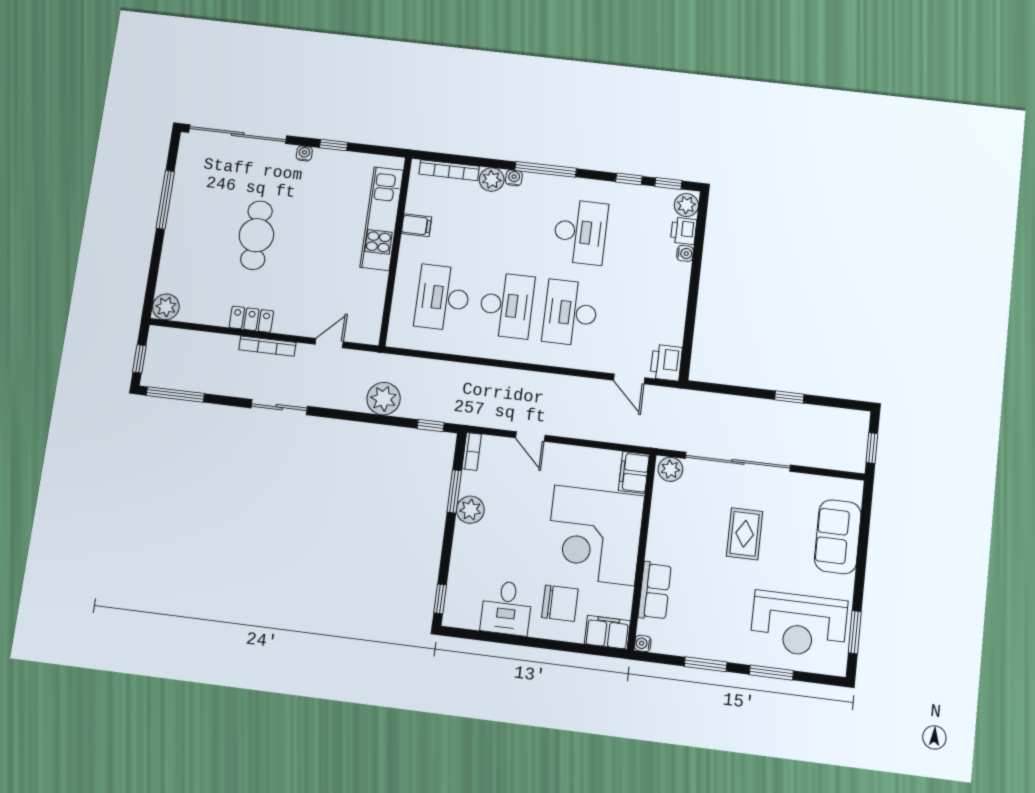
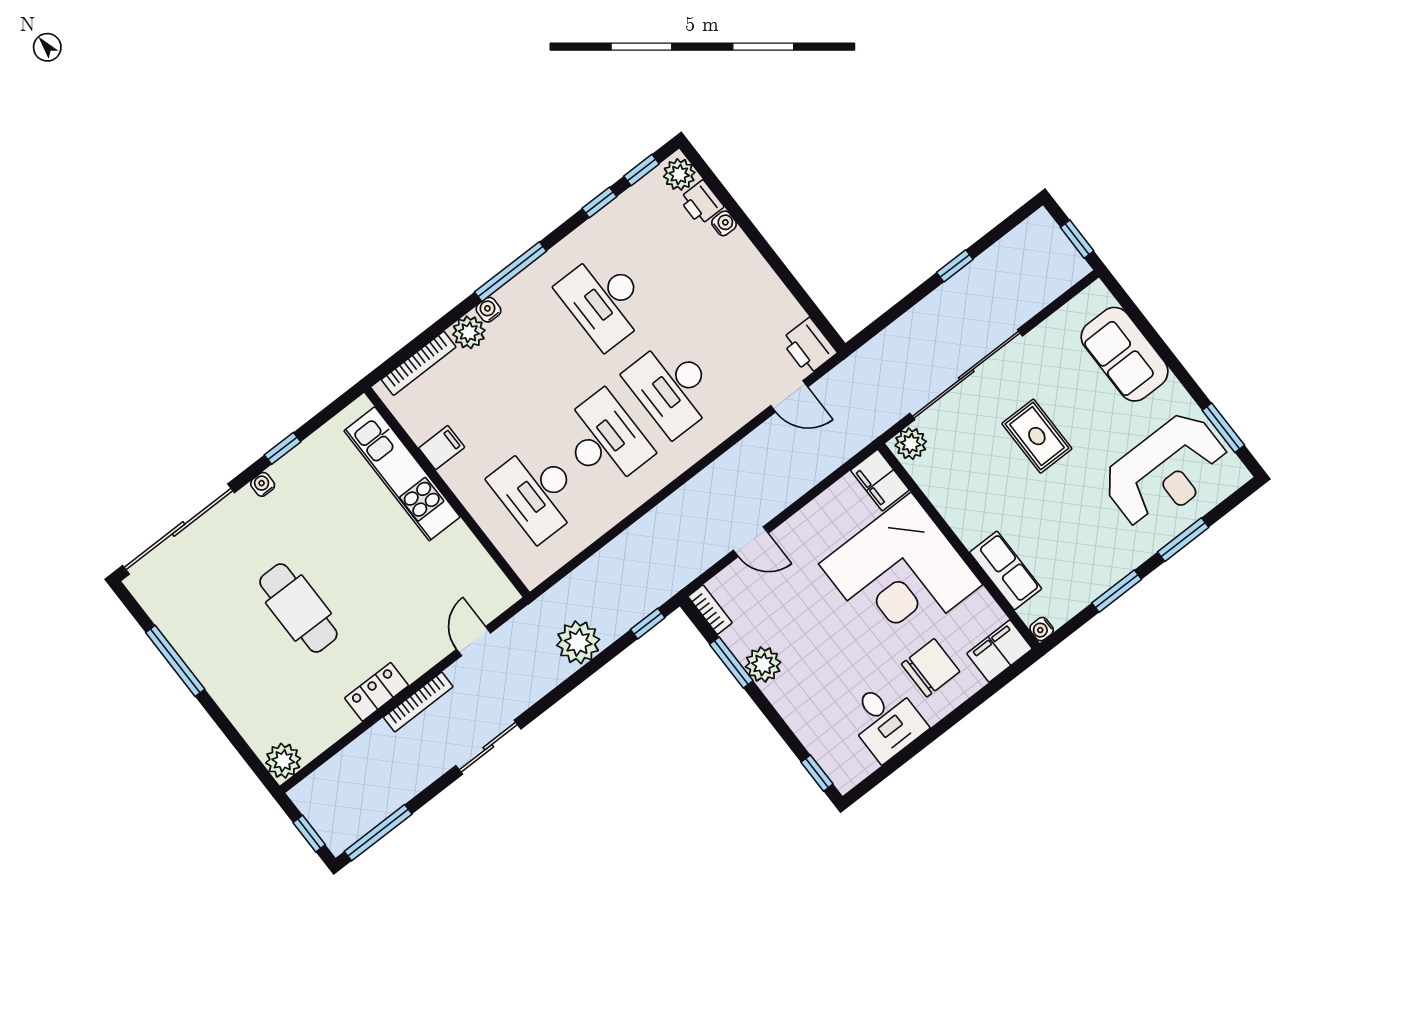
desk: (580, 232) -> (604, 300), turned 180

